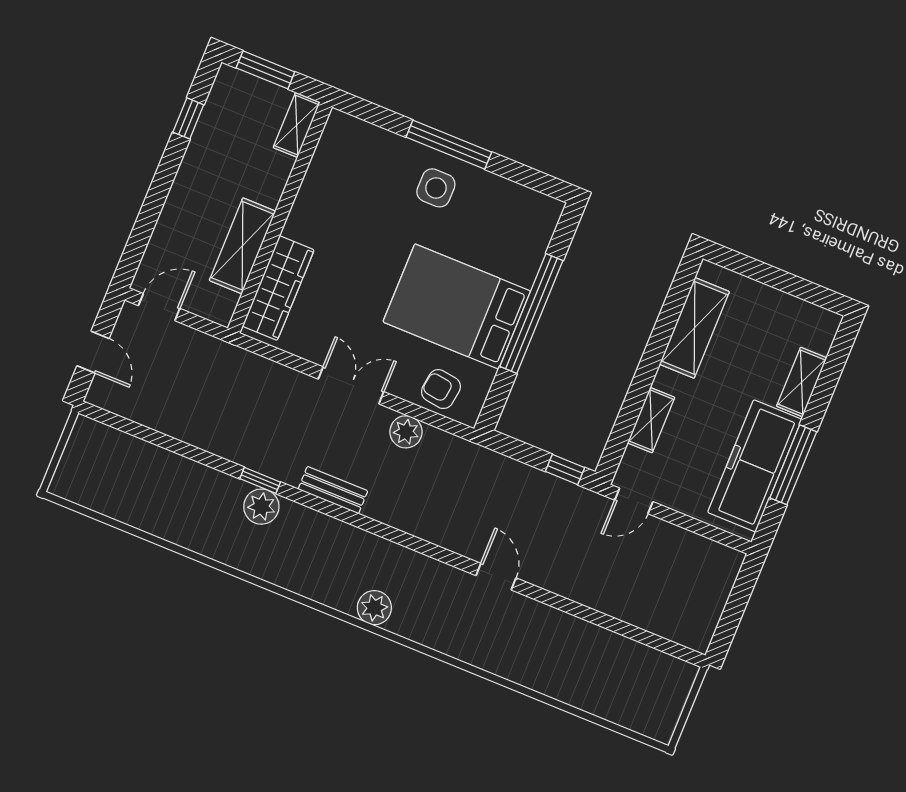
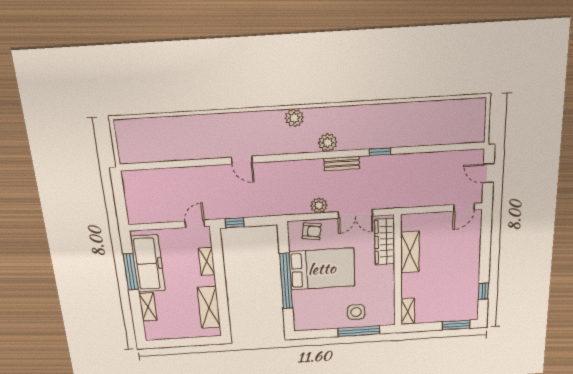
shelving: (297, 125) -> (408, 311), moved
wall: (280, 218) -> (398, 271), moved
shelving: (243, 246) -> (410, 252), moved
wardrobe: (278, 288) -> (385, 242), moved
plant: (261, 507) -> (328, 143), moved

